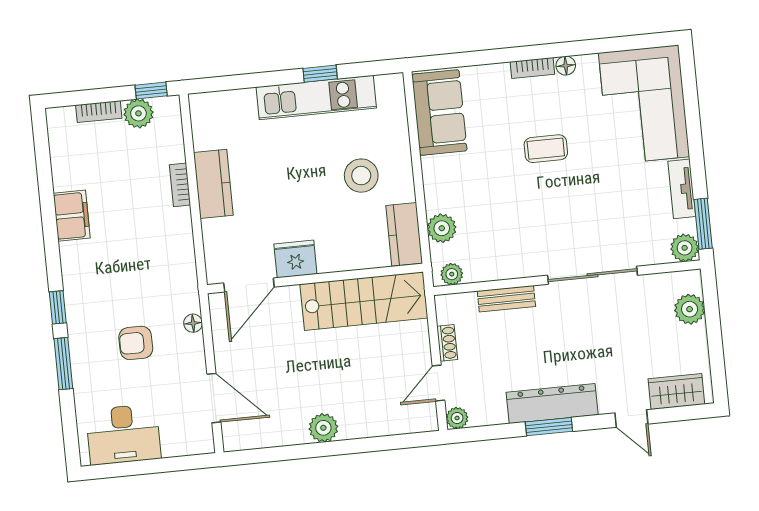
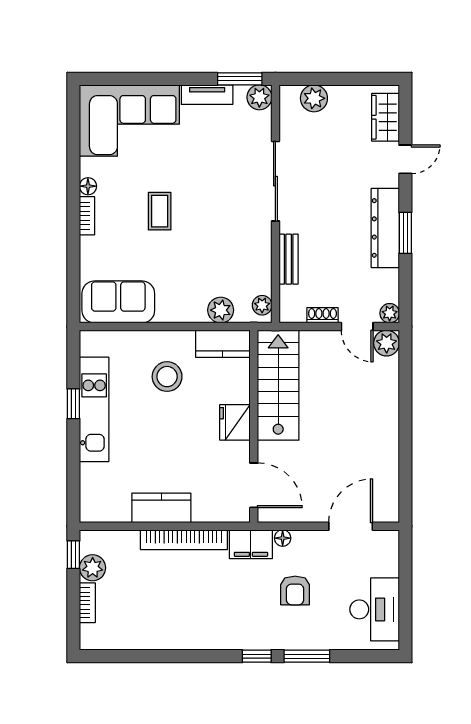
bookcase: (180, 185) -> (184, 540), width x2.31, depth x1.31
filing cabinet: (72, 216) -> (251, 544), moved, turned 180
fridge: (295, 259) -> (235, 422), moved
plant: (323, 428) -> (387, 343), moved

